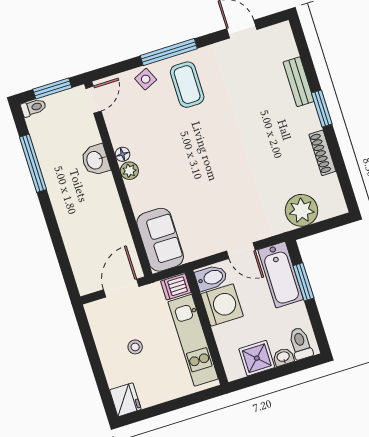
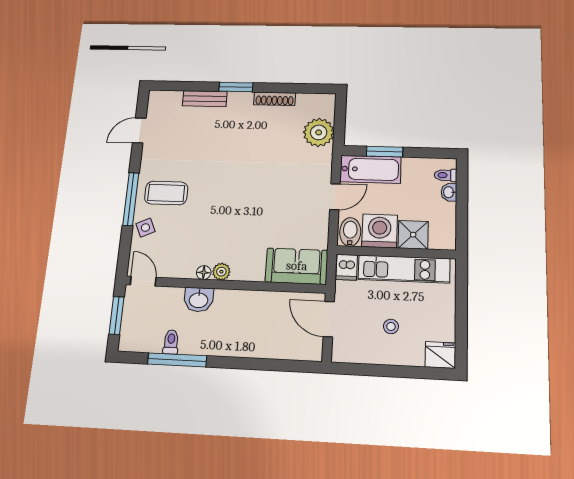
toilet: (33, 108) -> (171, 342), moved
toilet: (301, 343) -> (446, 175), width x0.73, depth x0.72
shower: (257, 358) -> (413, 235), moved

